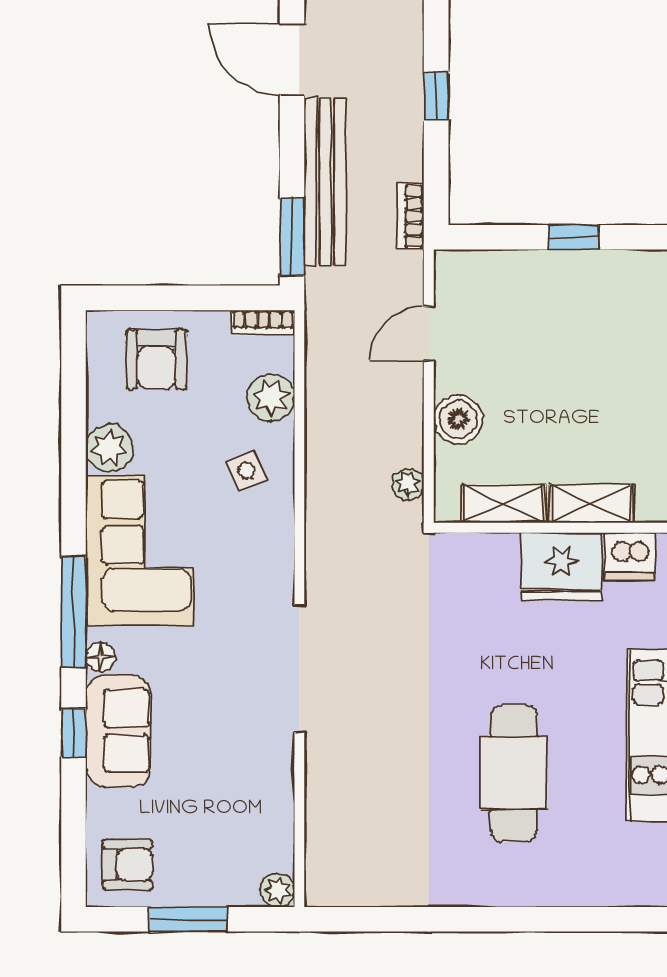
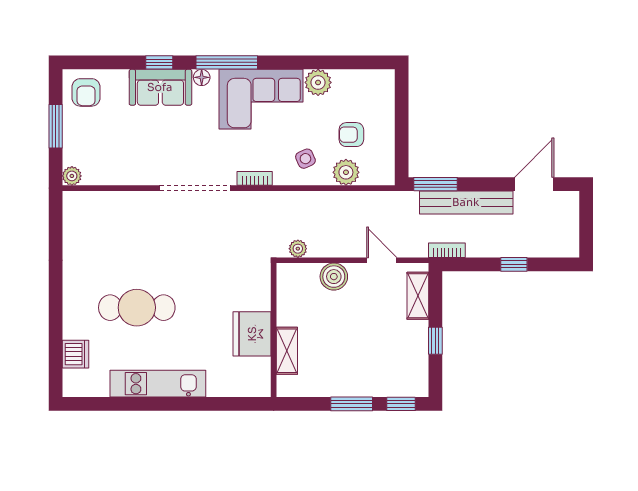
bookcase: (263, 323) -> (255, 178), moved, turned 90
armchair: (156, 359) -> (351, 135), moved, width x0.72, depth x0.72
shelving: (503, 504) -> (418, 296), moved
dishwasher: (630, 556) -> (75, 354), moved, turned 180

